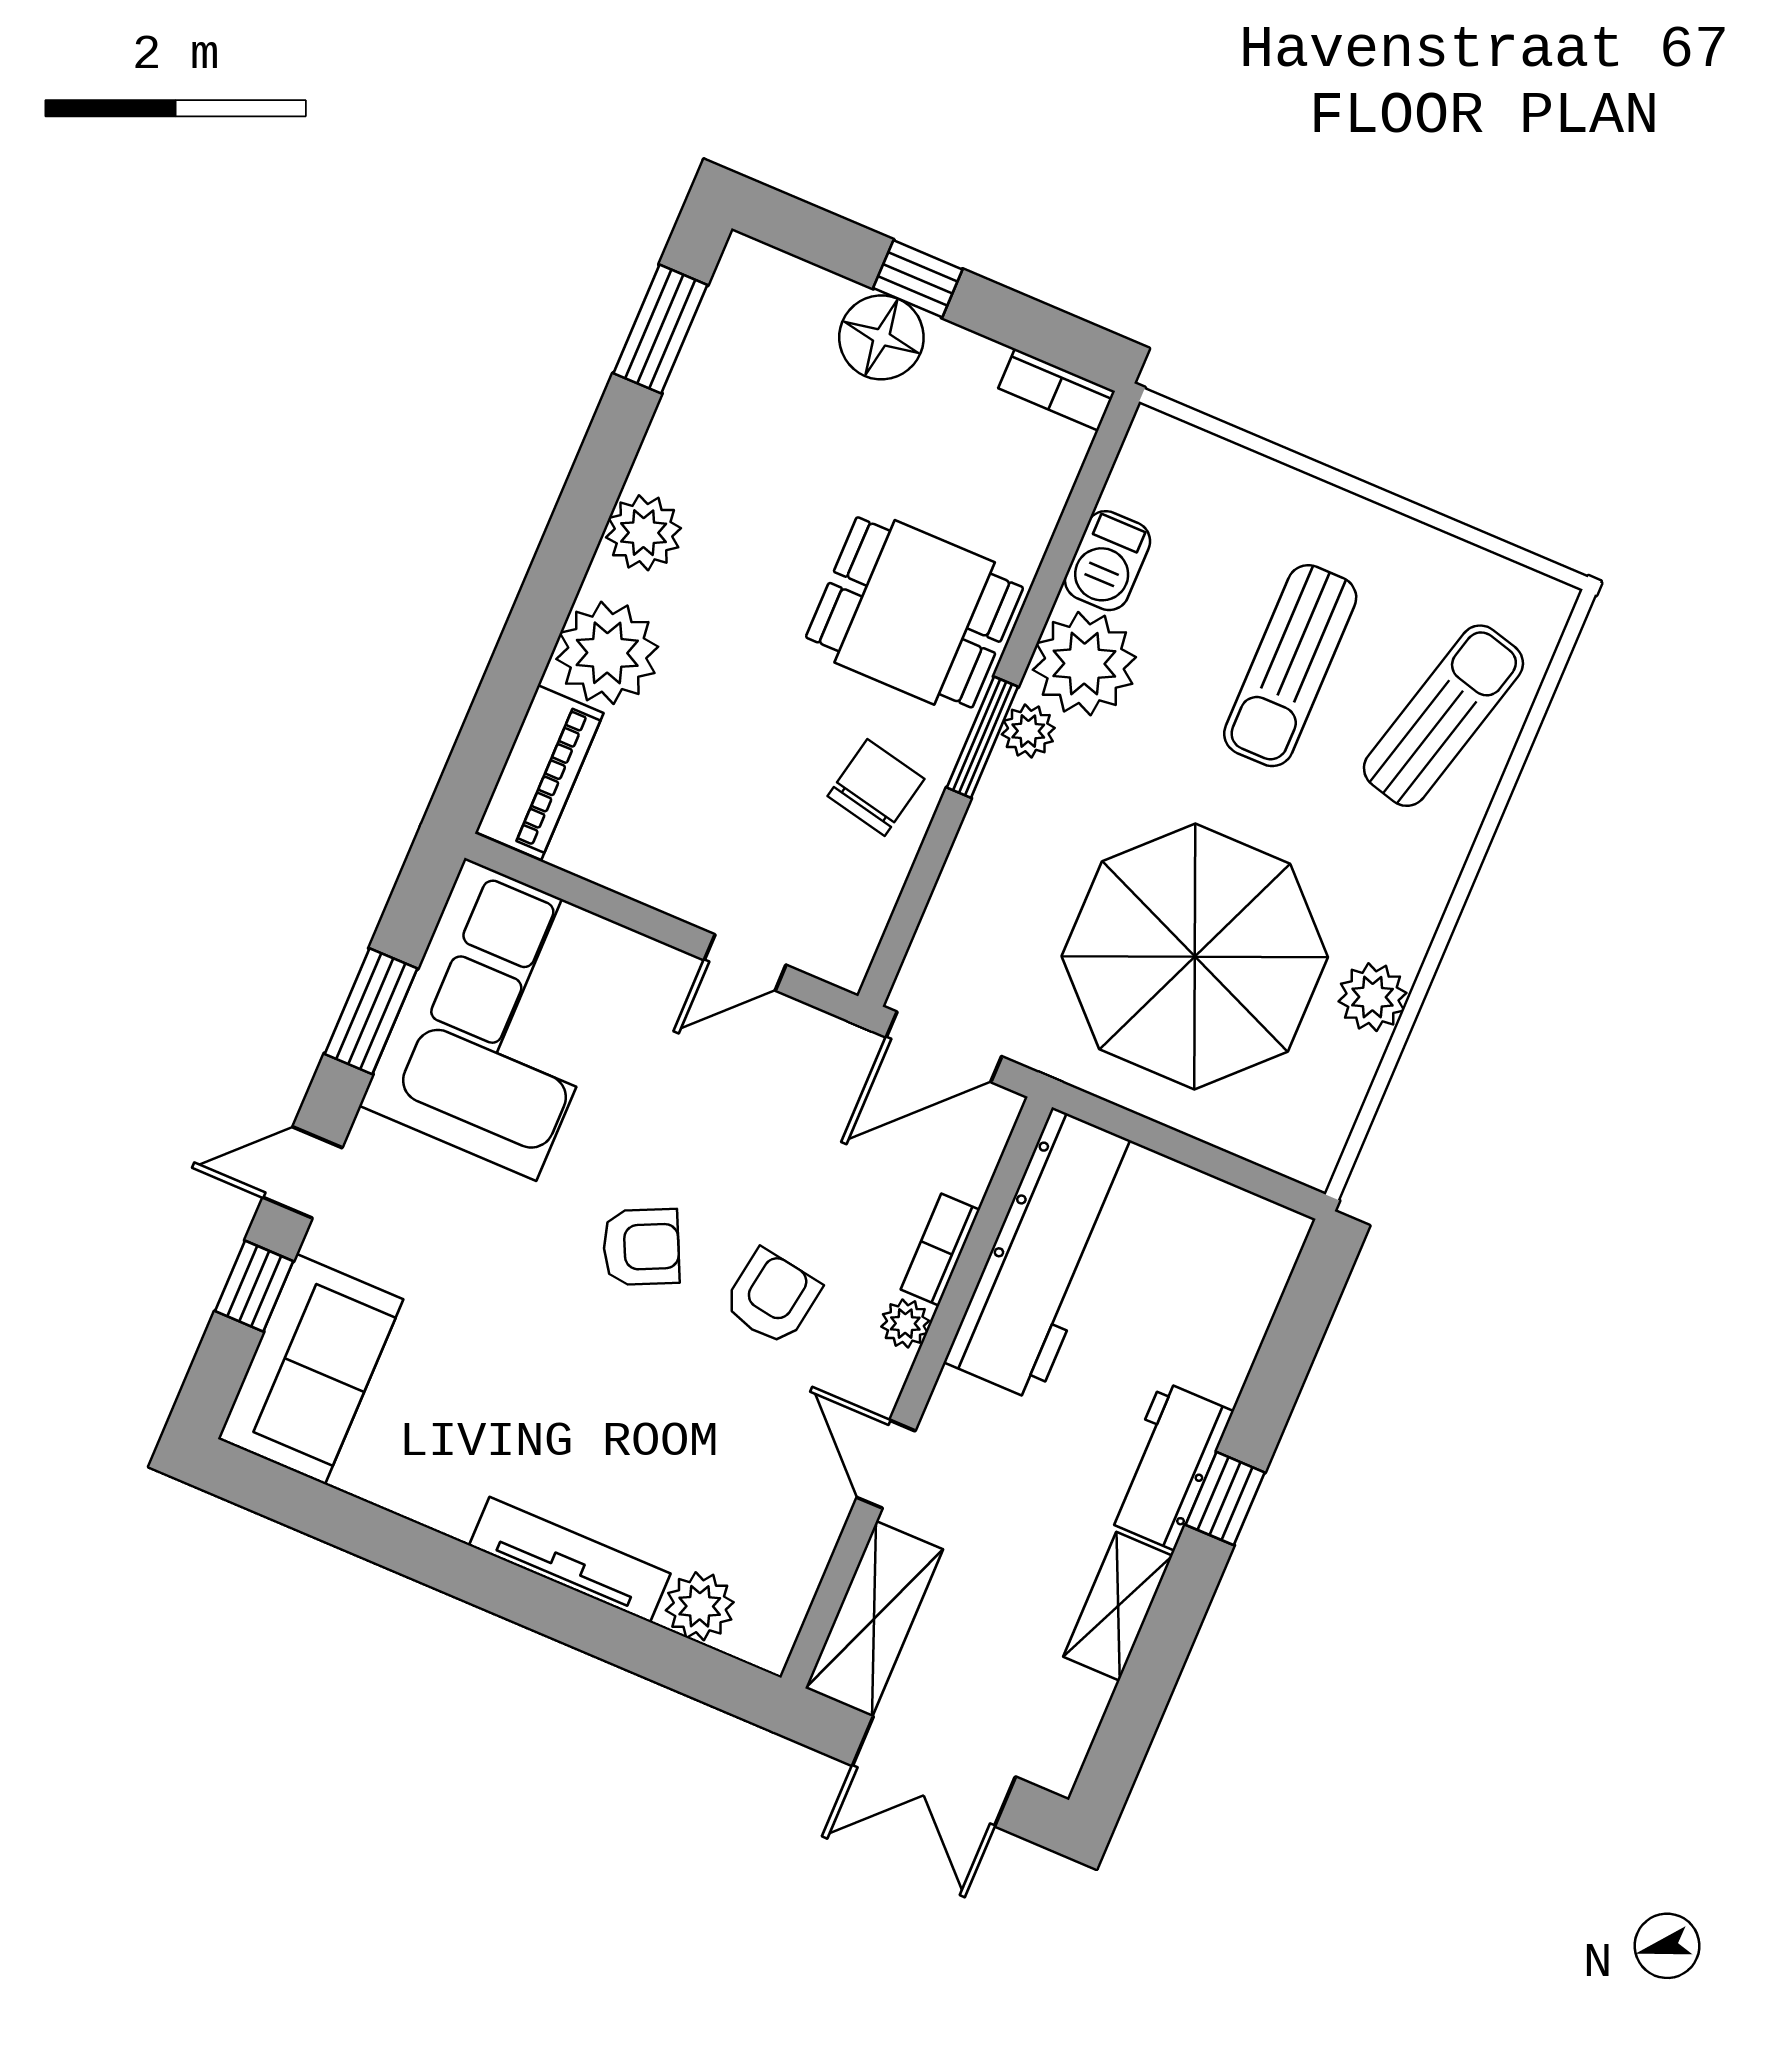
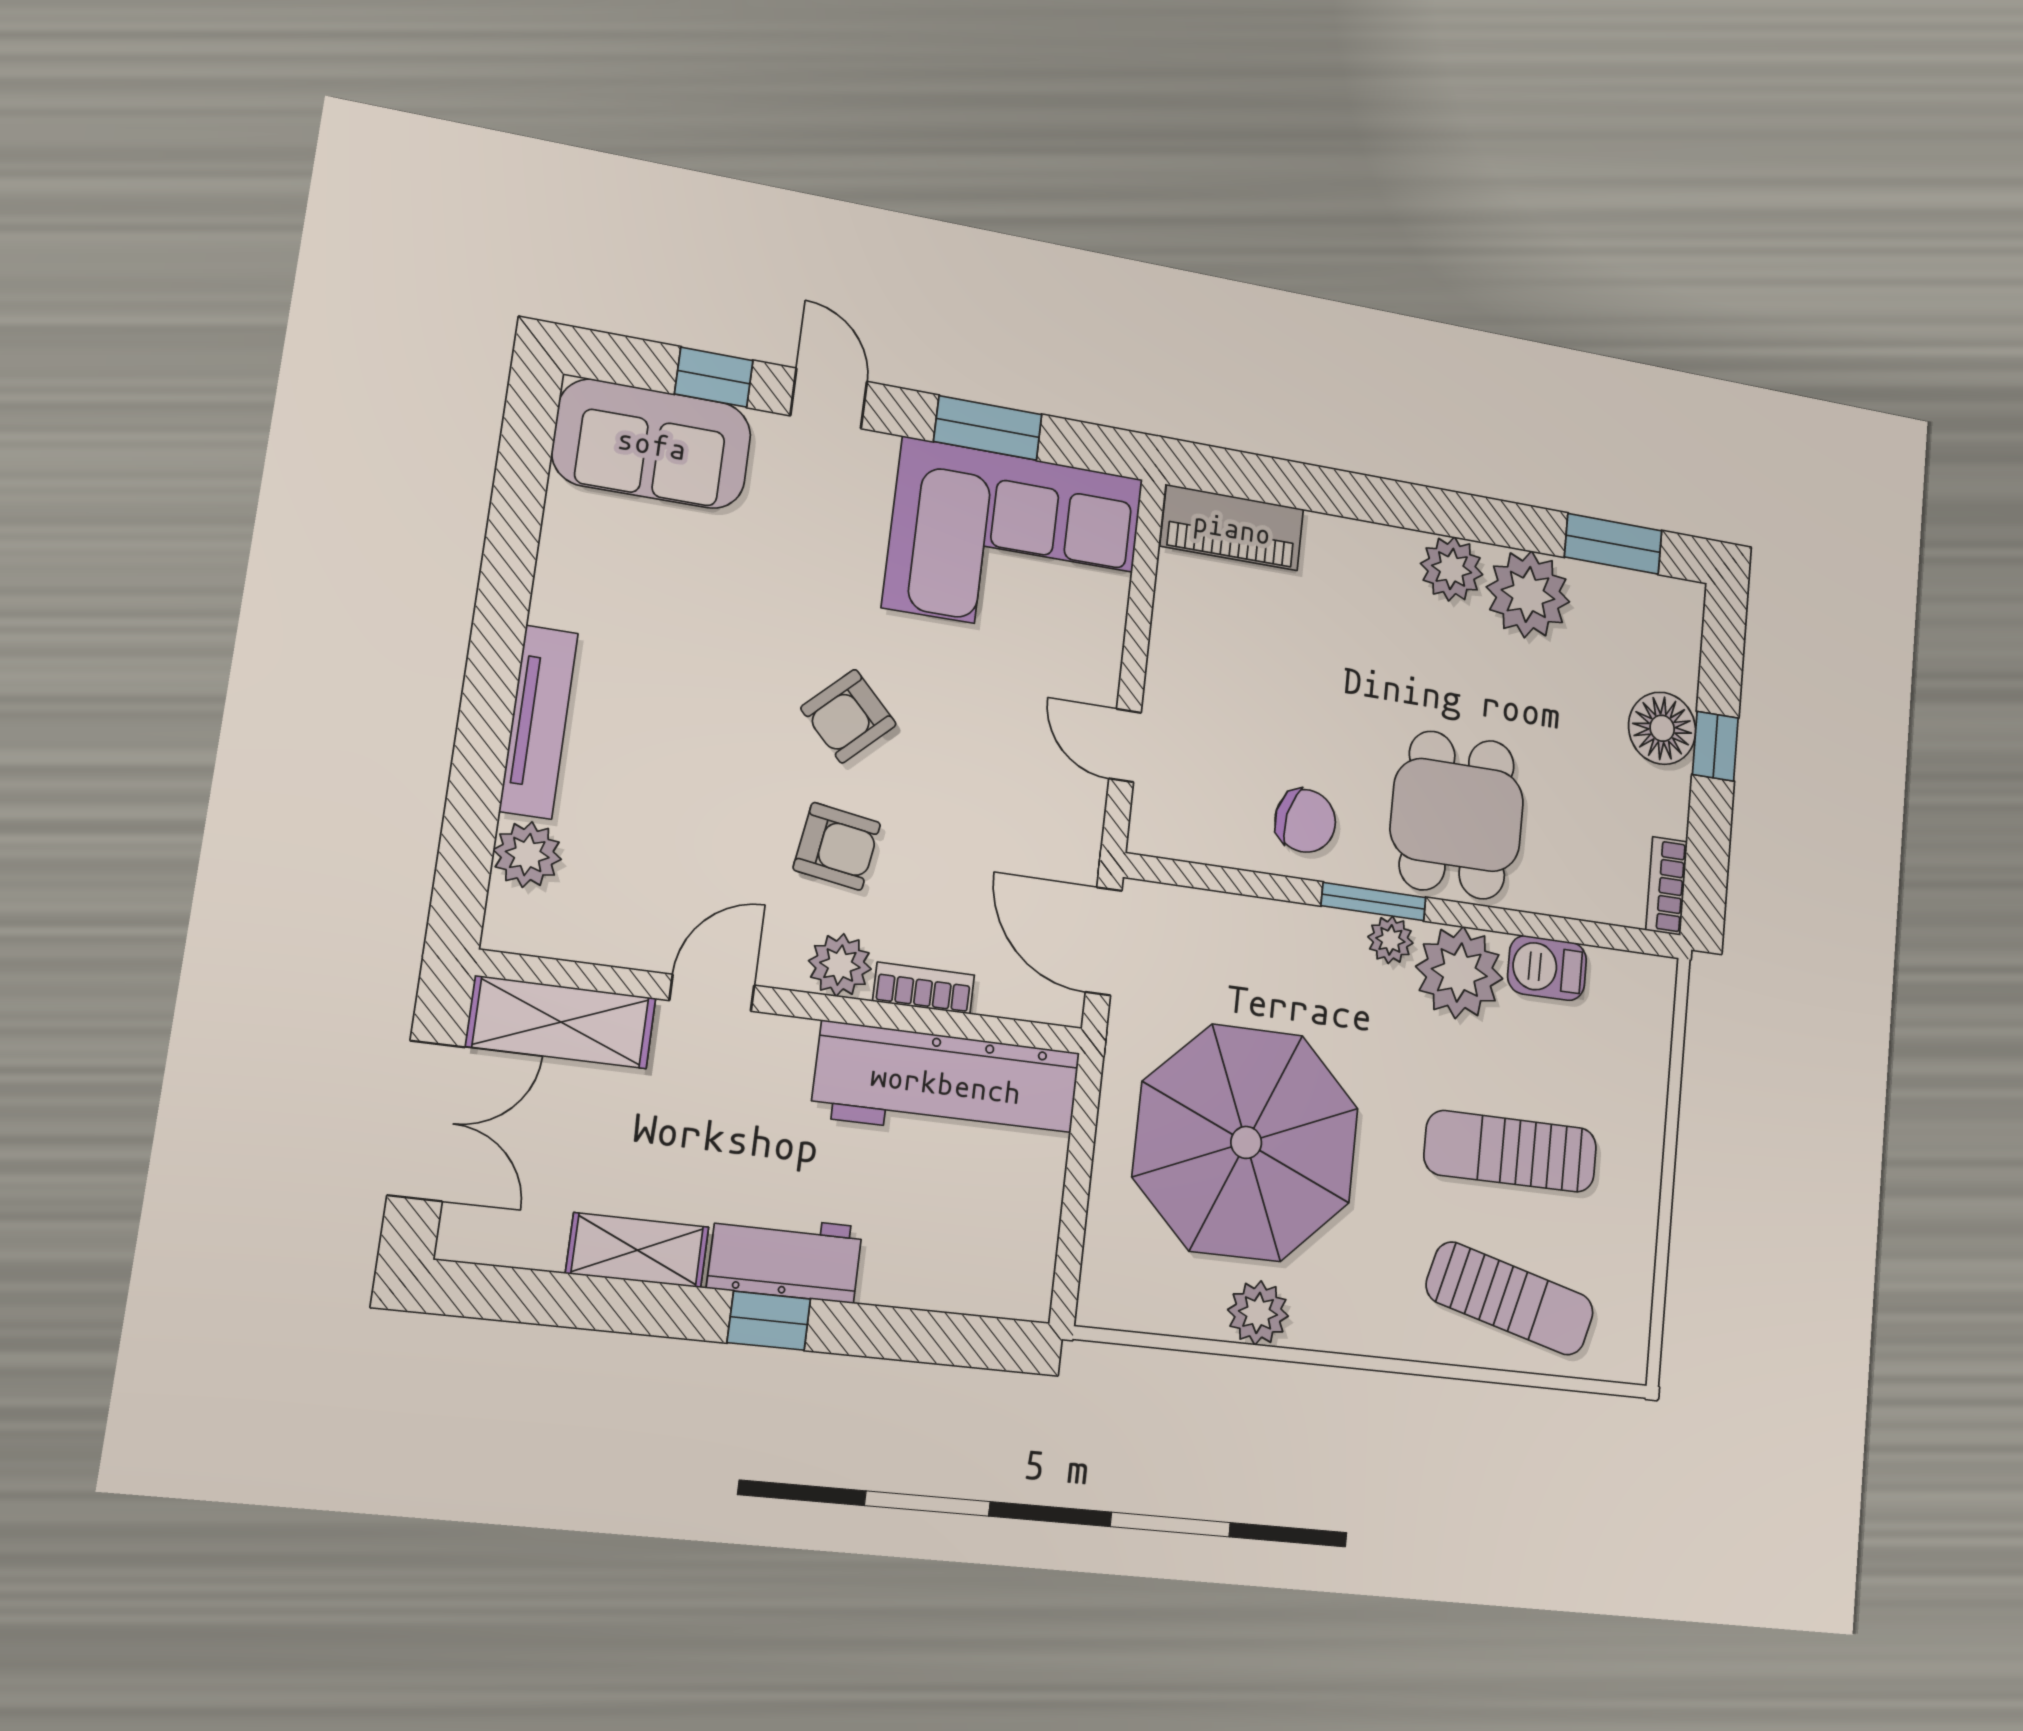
plant: (607, 653) -> (1528, 594), moved
armchair: (641, 1247) -> (848, 716), turned 71
plant: (905, 1324) -> (840, 965), width x1.38, depth x1.38
double door: (934, 1771) -> (426, 1121), swing flipped

